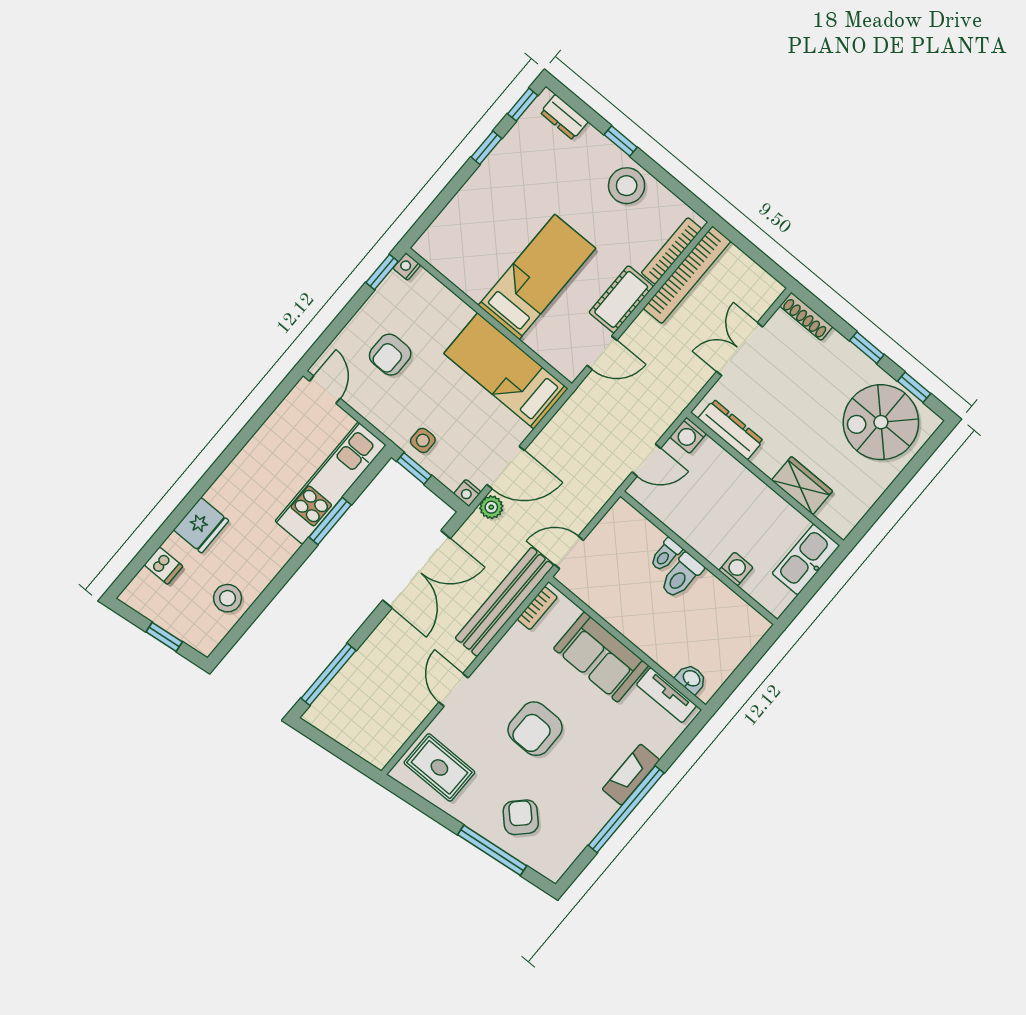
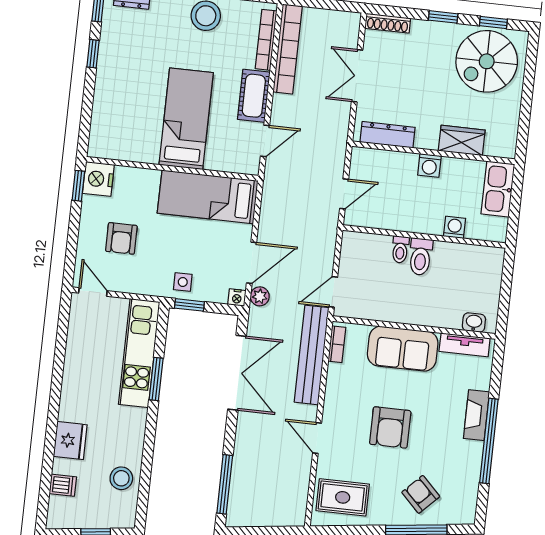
nightstand: (407, 267) -> (98, 179), width x1.89, depth x1.79
washing machine: (688, 435) -> (429, 165), moved

